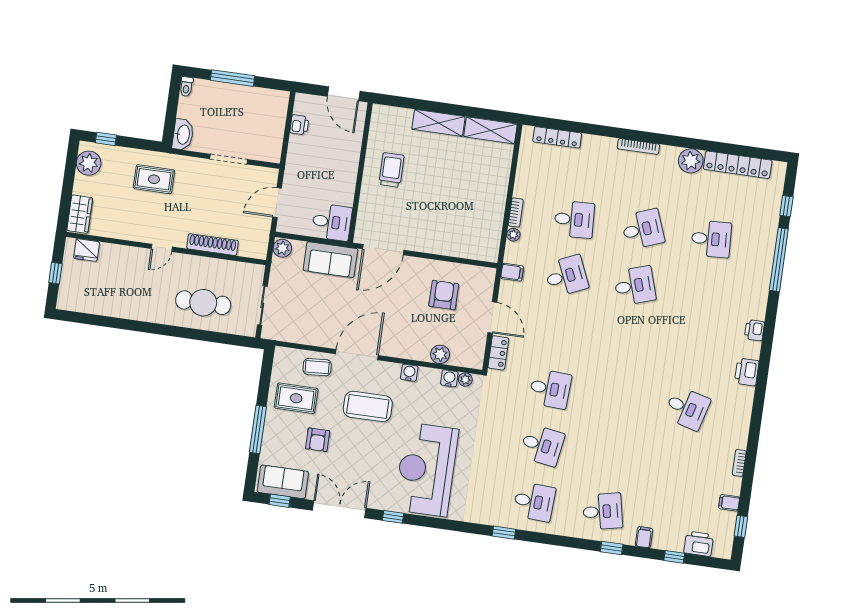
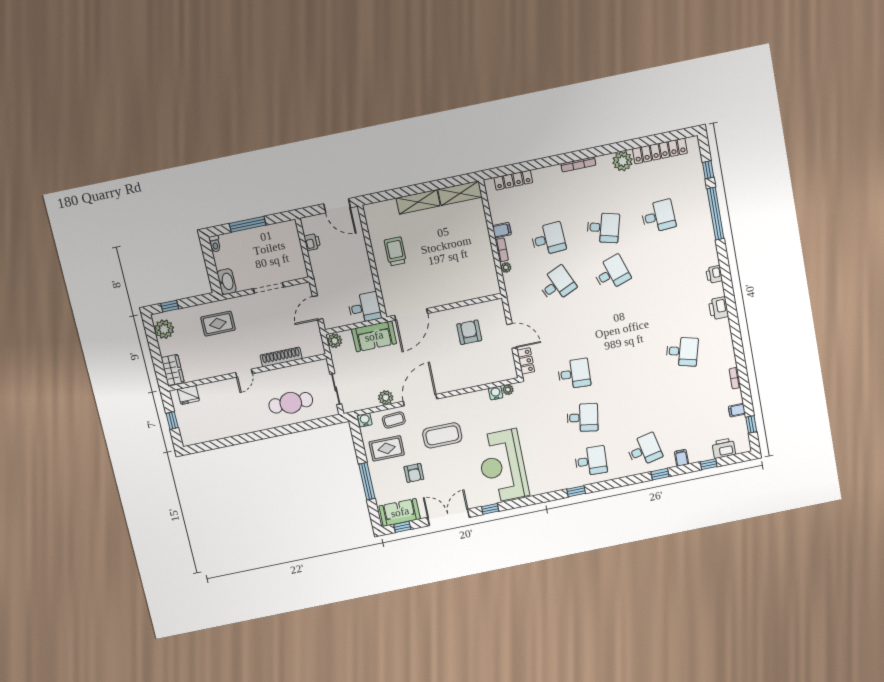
desk: (643, 229) -> (603, 228), turned 36
filing cabinet: (512, 272) -> (502, 230), moved
plant: (440, 354) -> (386, 398), moved
water cooler: (409, 373) -> (365, 420), moved

